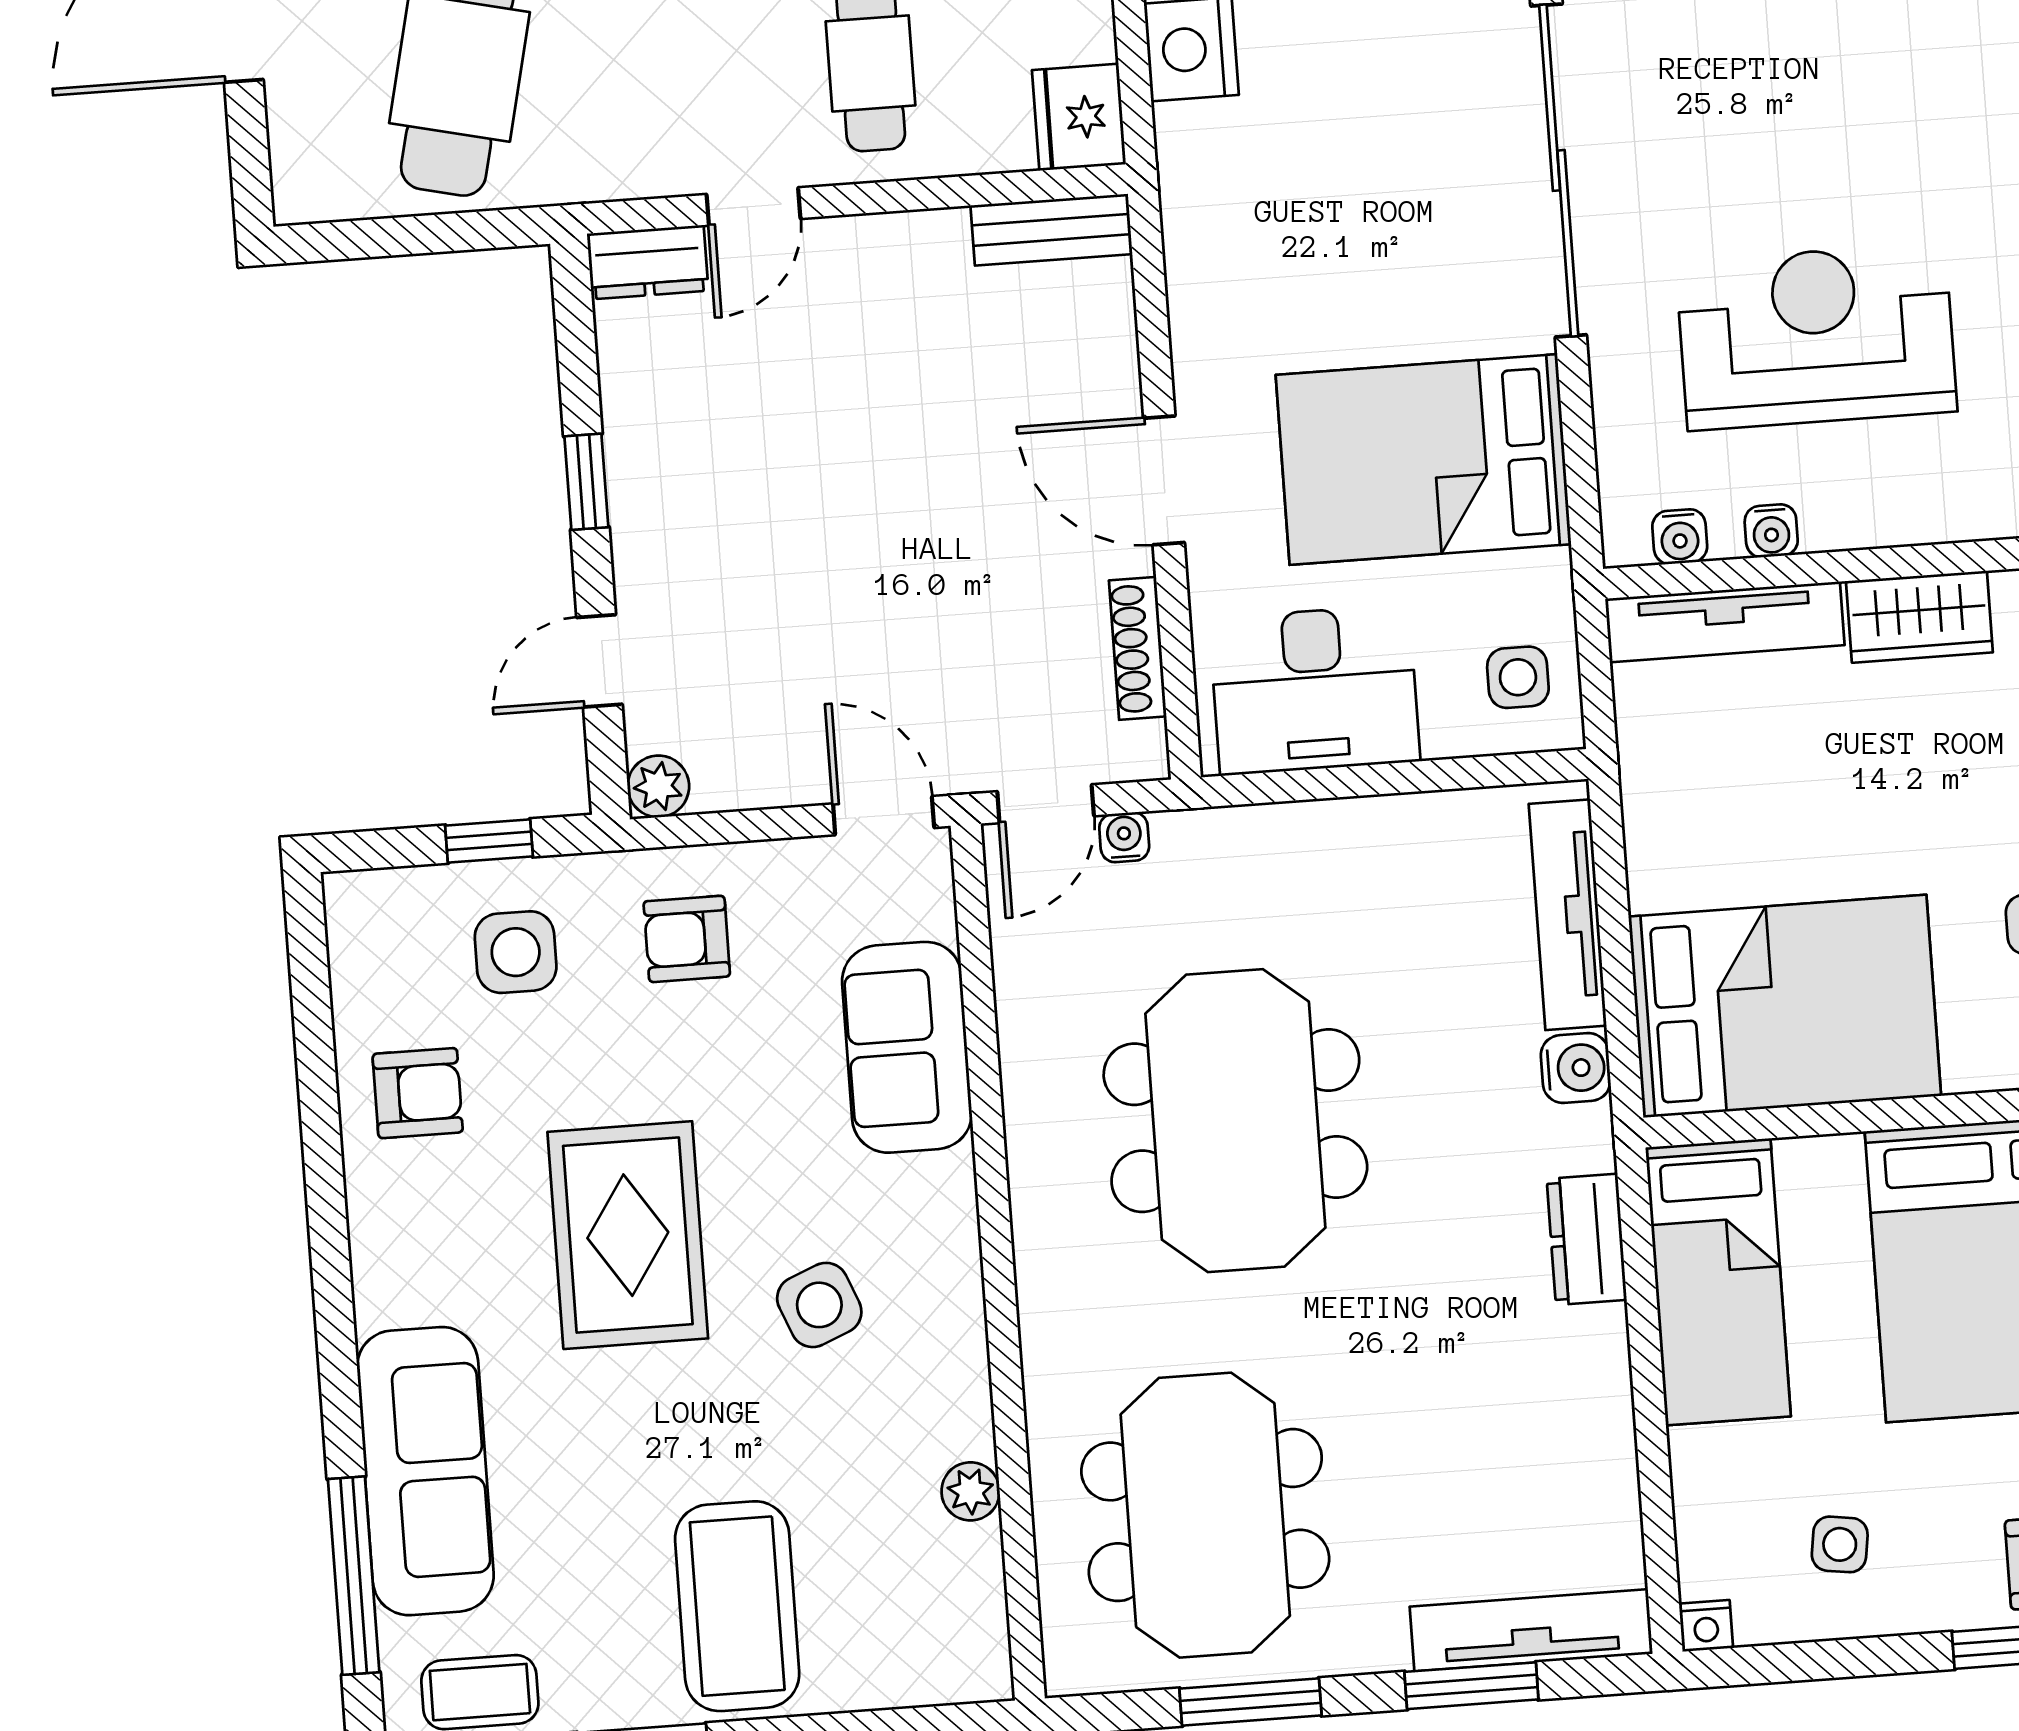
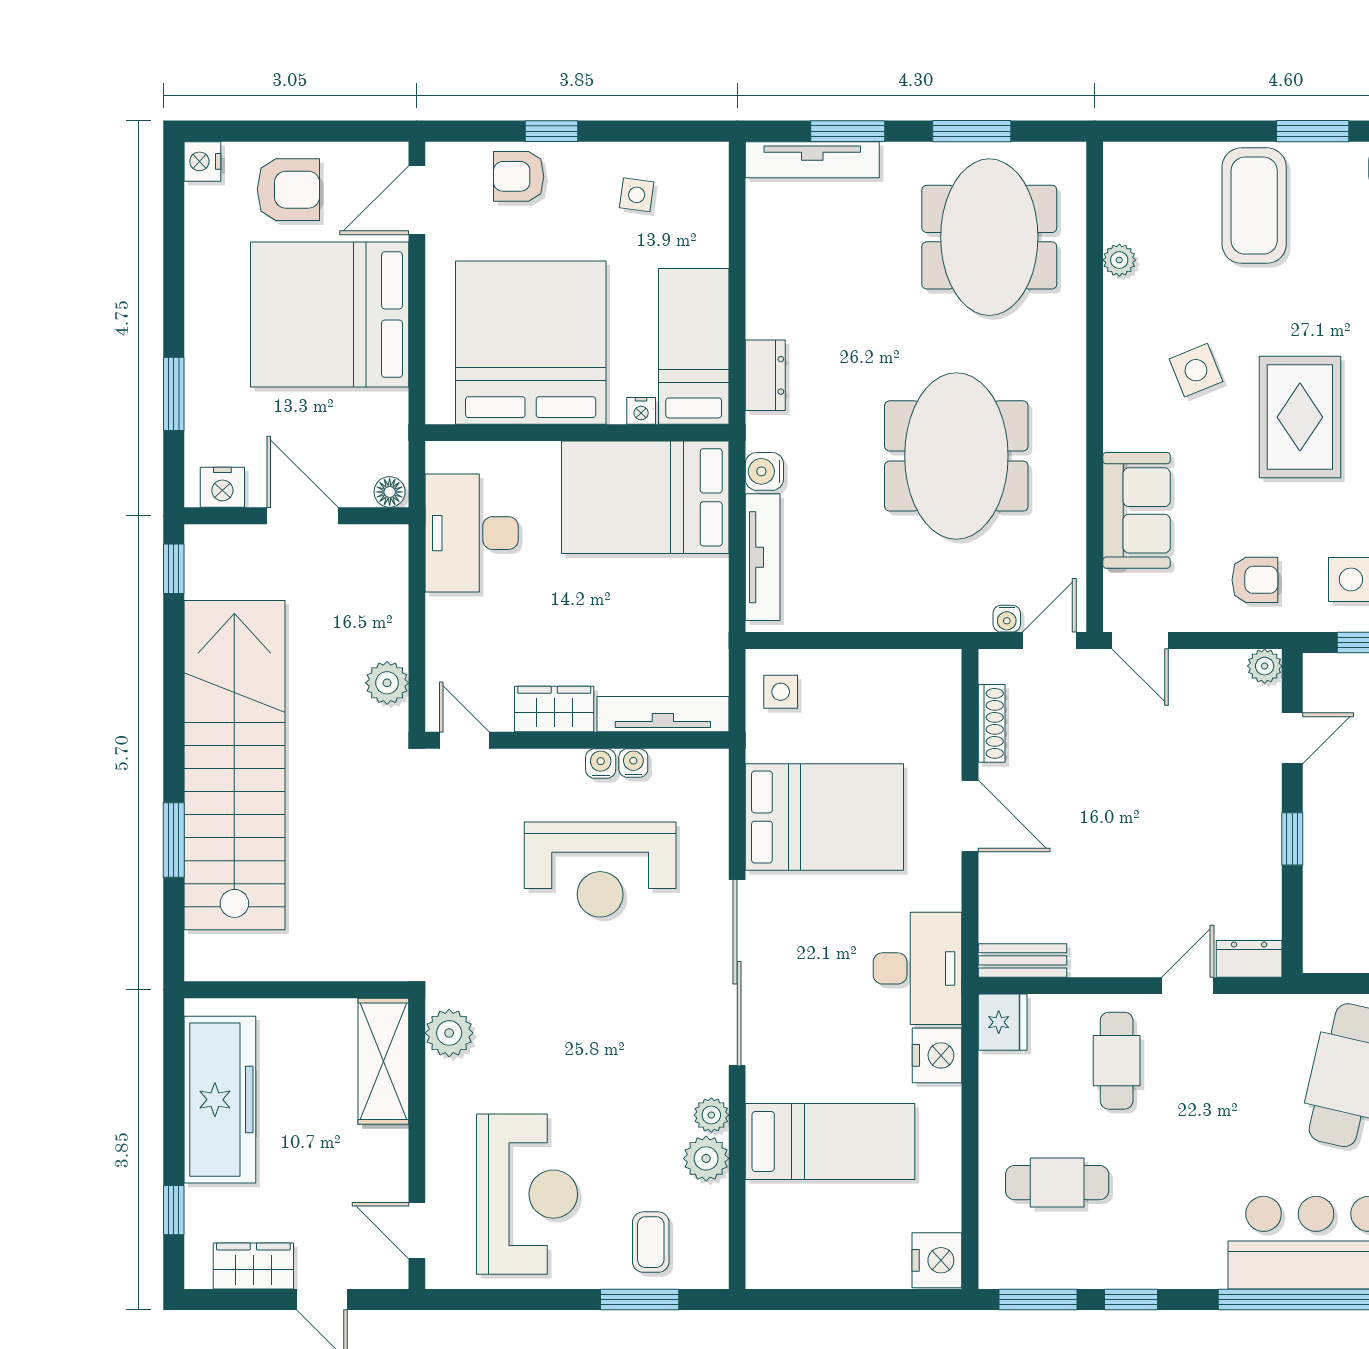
water cooler: (1680, 537) -> (601, 764), moved
desk: (1315, 690) -> (917, 968), moved, turned 90
nightstand: (1706, 1626) -> (641, 411), moved, turned 180

